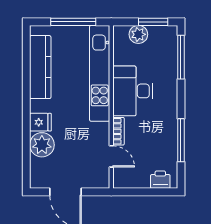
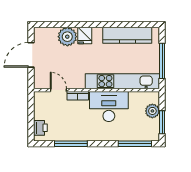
door: (111, 156) -> (58, 90), swing flipped

